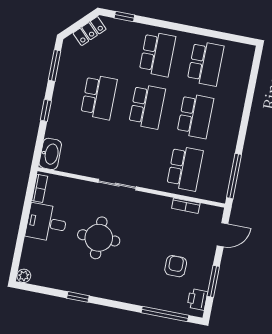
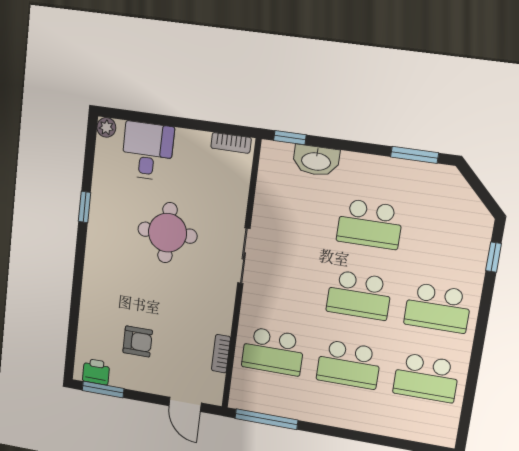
locker: (90, 31) -> (469, 205), removed
window: (46, 110) -> (290, 138), moved
washbasin: (50, 154) -> (316, 161), moved
desk: (46, 223) -> (148, 151), moved
window: (213, 281) -> (103, 389), moved
window: (165, 314) -> (73, 328), removed

